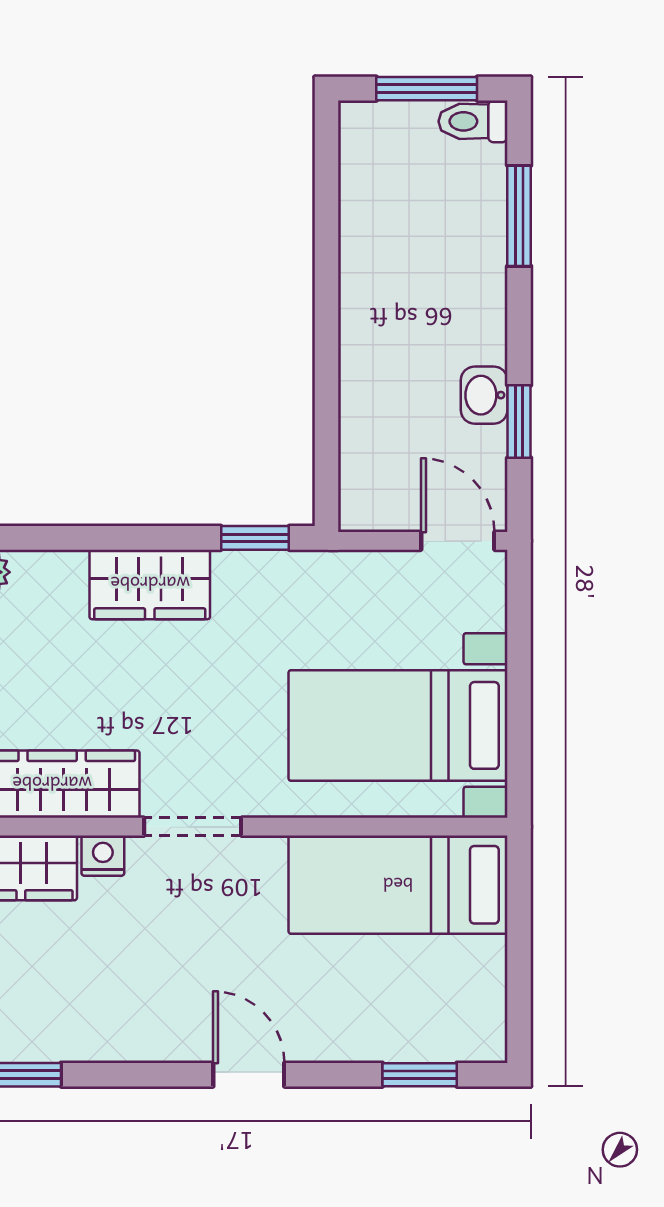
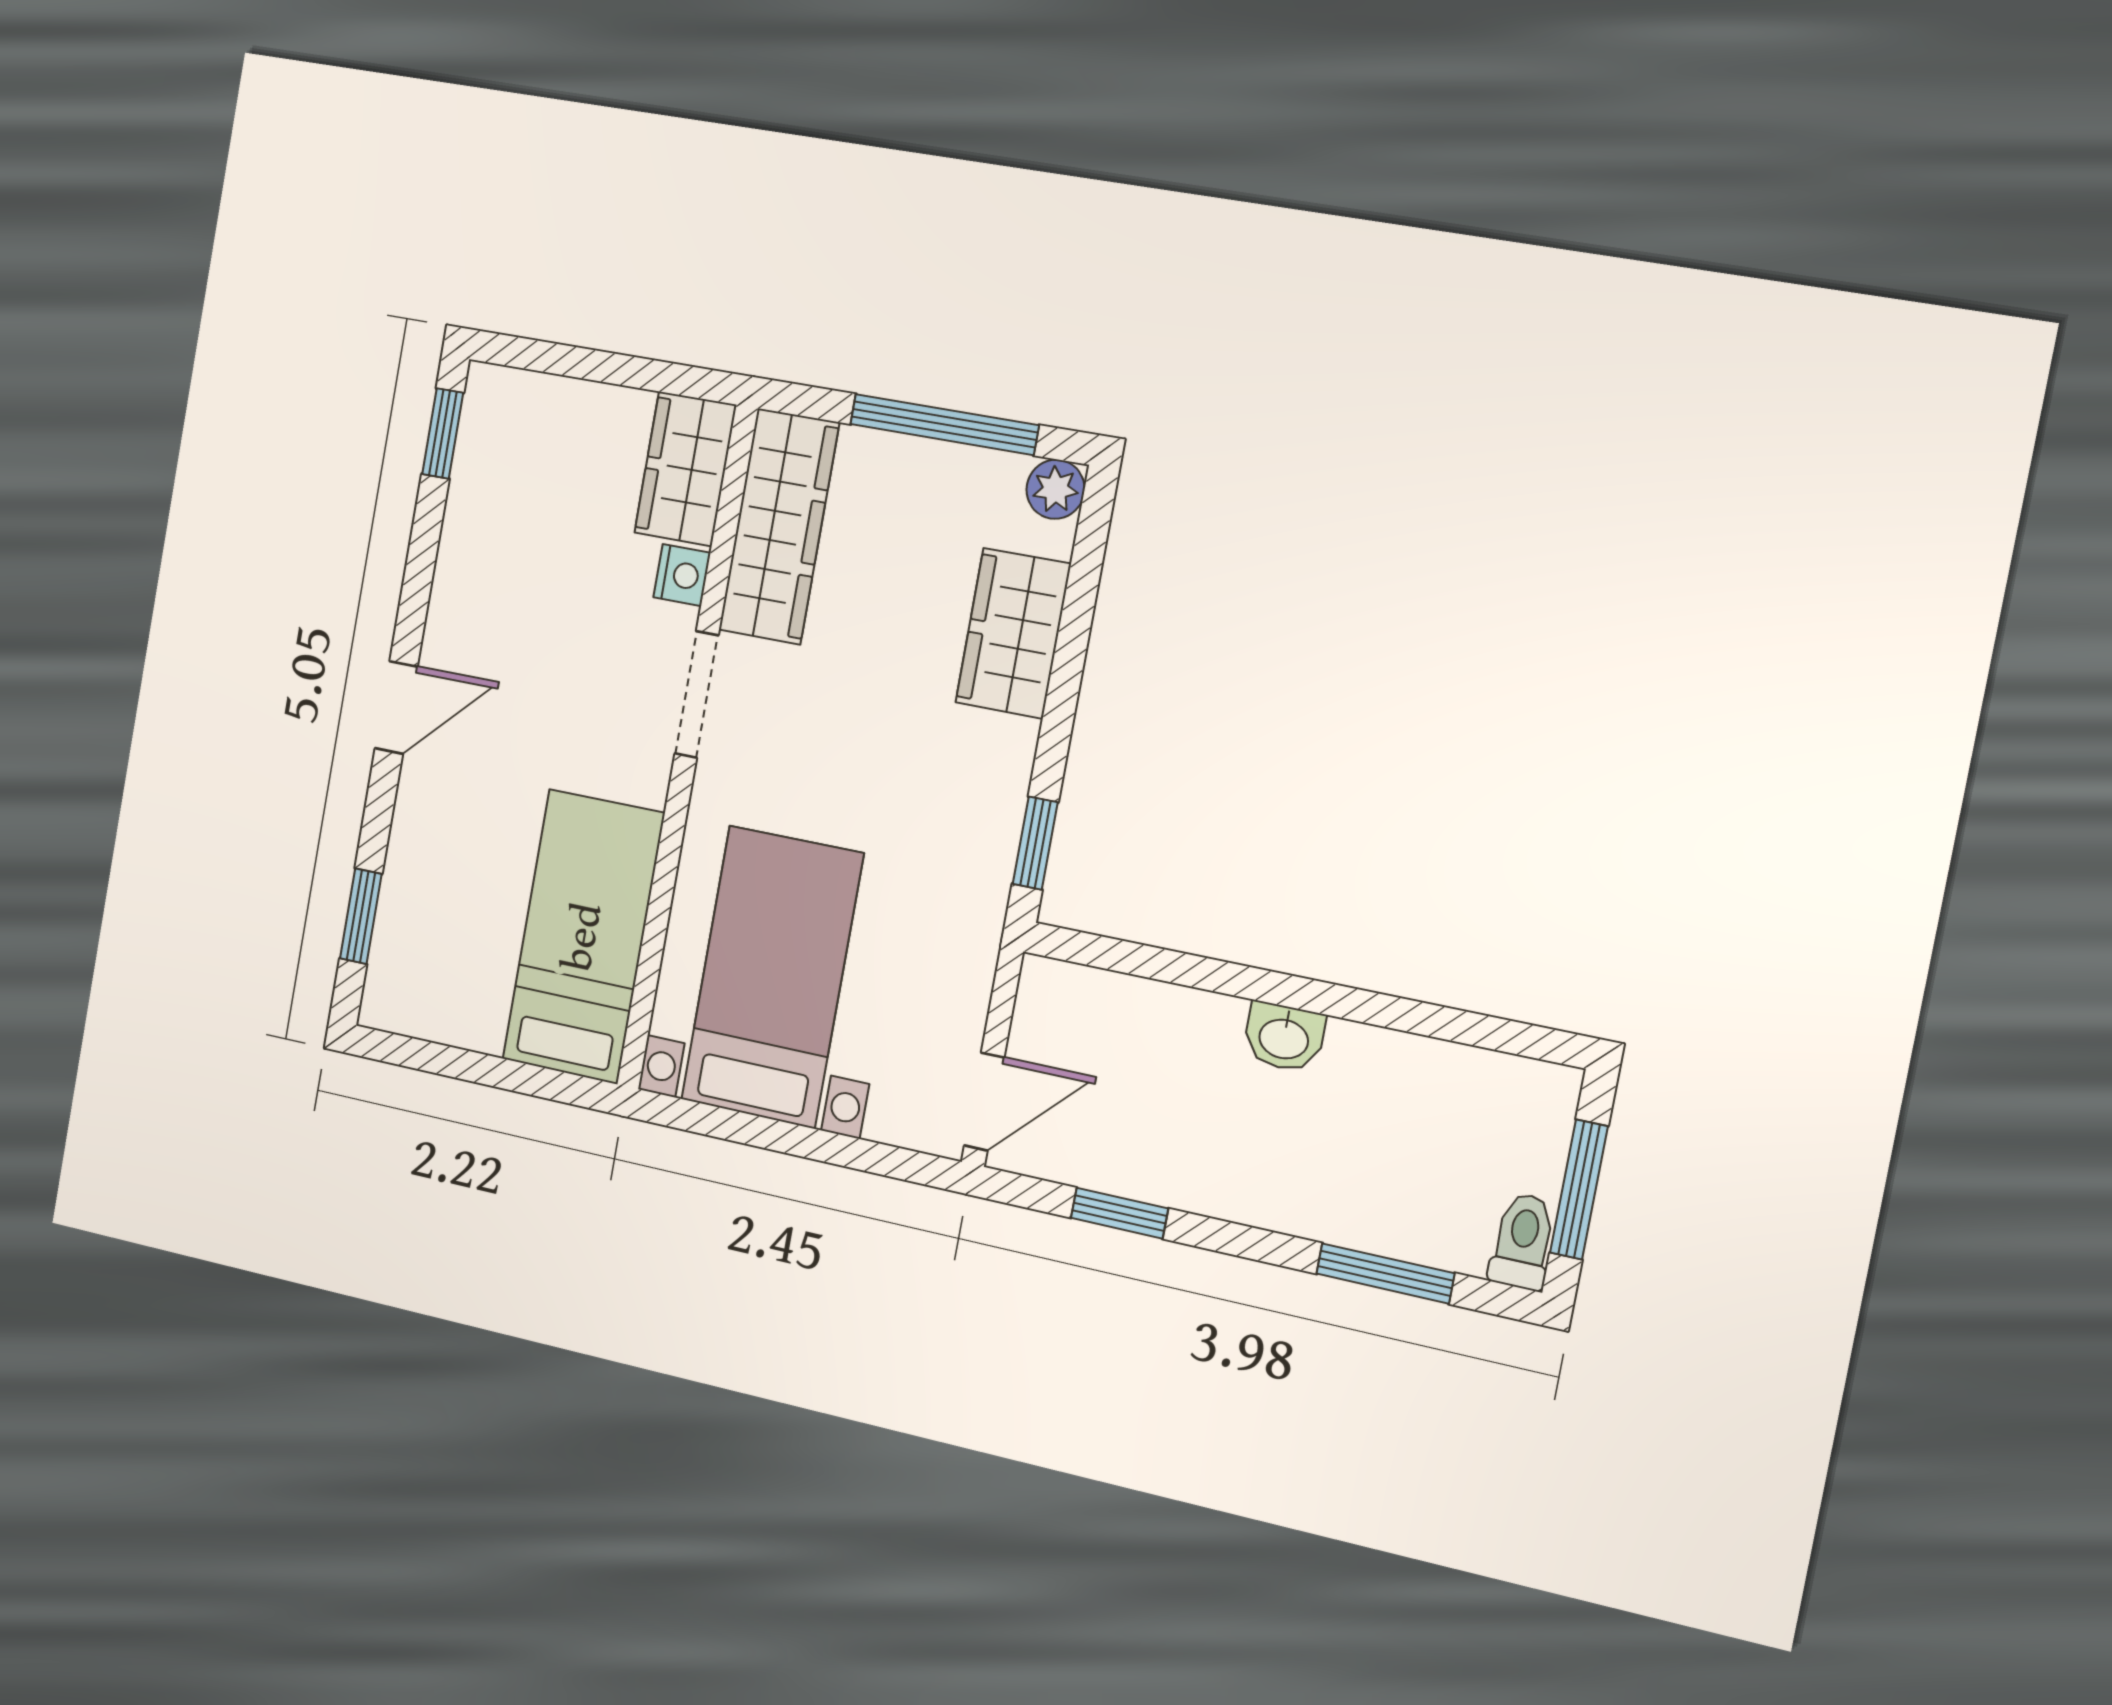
washbasin: (484, 395) -> (1284, 1037), moved, turned 180
wardrobe: (150, 584) -> (1013, 633), moved

